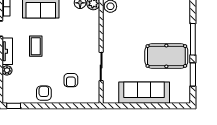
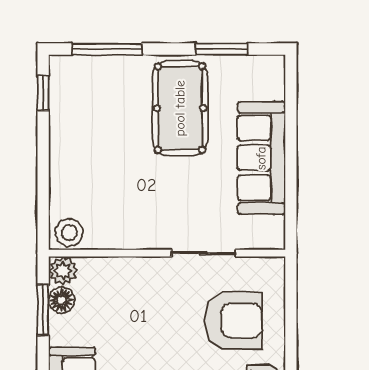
window: (193, 39) -> (107, 49), moved
armchair: (71, 80) -> (234, 321), width x1.88, depth x1.88

